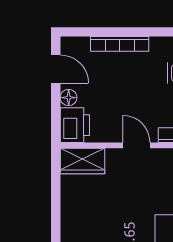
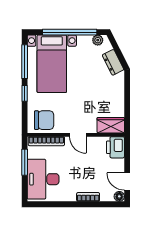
bookcase: (120, 44) -> (88, 197), width x0.64
floor lamp: (69, 98) -> (119, 196), moved

